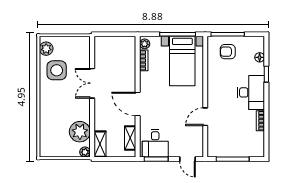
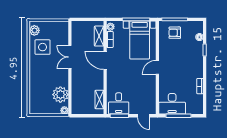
desk: (251, 92) -> (172, 104), moved, turned 90
door: (138, 104) -> (105, 60), moved
door: (205, 117) -> (157, 67), moved
shelving: (100, 144) -> (99, 36), moved

